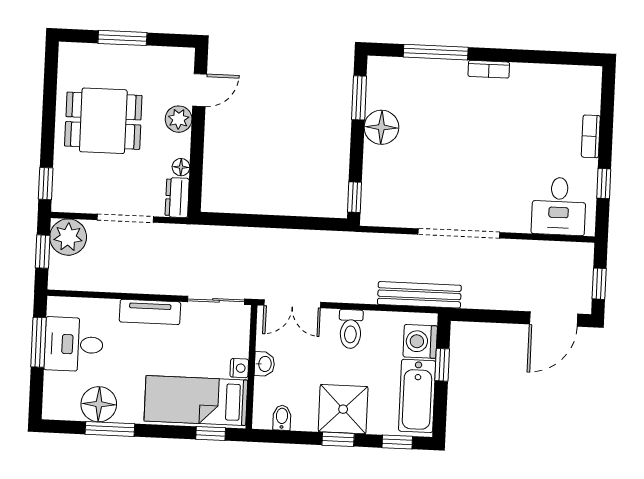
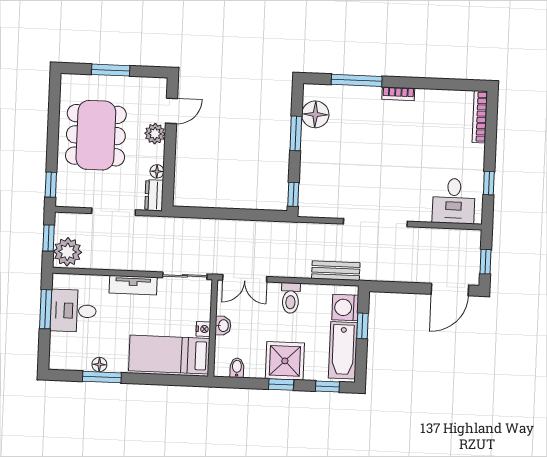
window: (359, 98) -> (296, 133), moved
dining table: (103, 121) -> (96, 135), width x1.38
floor lamp: (381, 127) -> (315, 114), moved
bookcase: (591, 136) -> (480, 117), moved, width x1.56
plant: (68, 237) -> (68, 252), moved
bench: (419, 295) -> (336, 271), width x0.73
floor lamp: (99, 404) -> (99, 364), width x0.53, depth x0.53
window: (211, 433) -> (181, 380), removed

